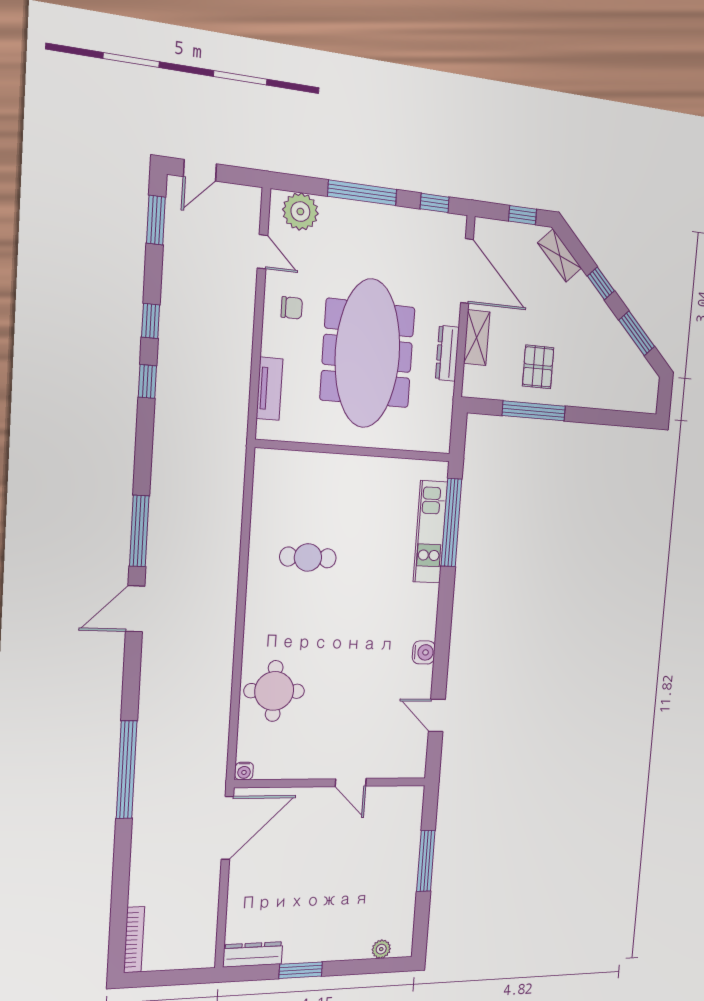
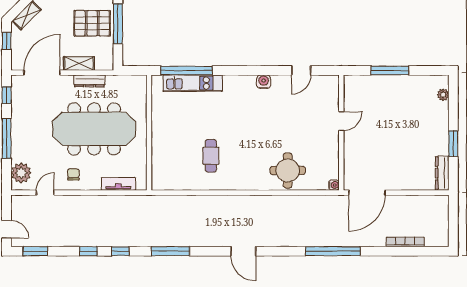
pallet: (538, 367) -> (92, 23), width x1.50, depth x1.42
window: (139, 531) -> (170, 251), moved
door: (227, 828) -> (367, 193), swing flipped
bookcase: (134, 940) -> (405, 242), moved

